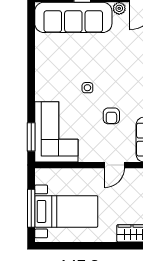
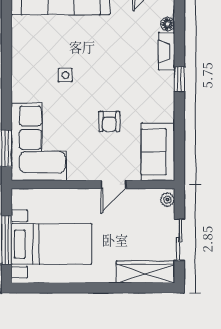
side table: (87, 88) -> (65, 75), moved

